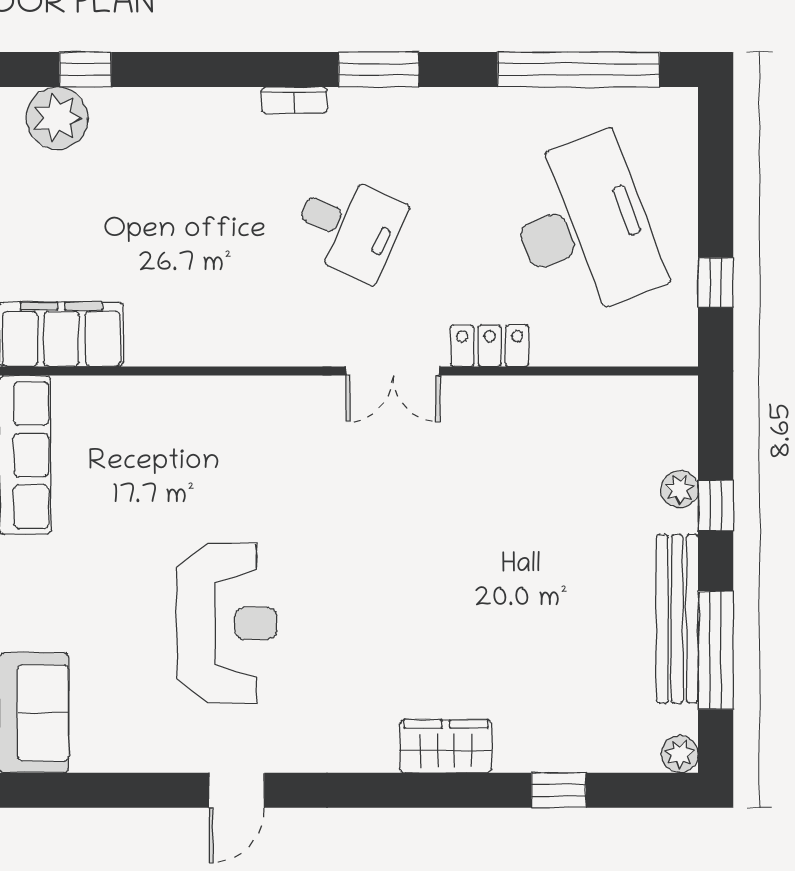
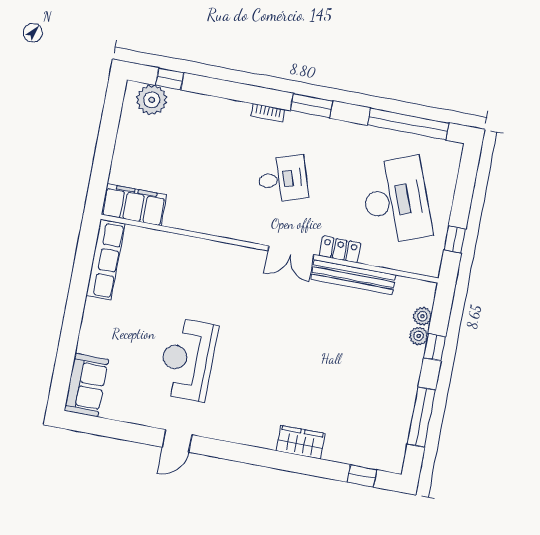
desk: (349, 227) -> (283, 179), turned -42
bench: (677, 619) -> (353, 277), moved, turned 90
reception desk: (227, 623) -> (188, 359), turned 180
wardrobe: (446, 746) -> (301, 442), moved
plant: (680, 754) -> (422, 316), moved
window: (559, 790) -> (362, 476), moved

